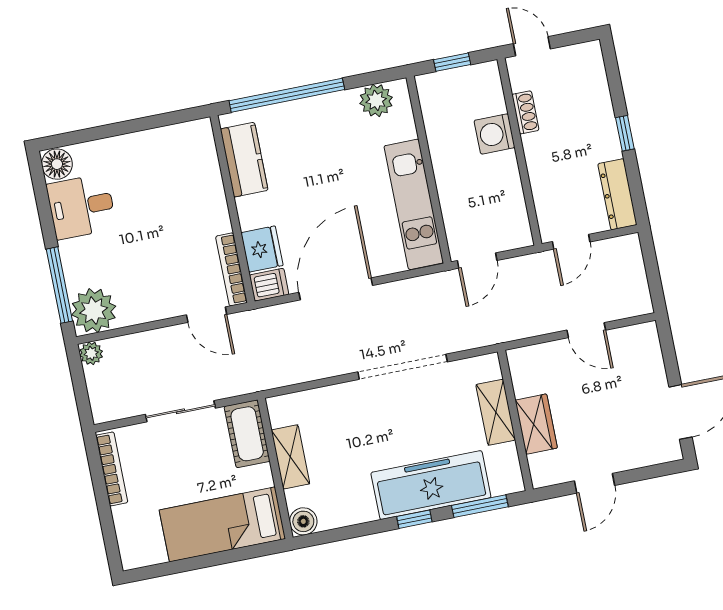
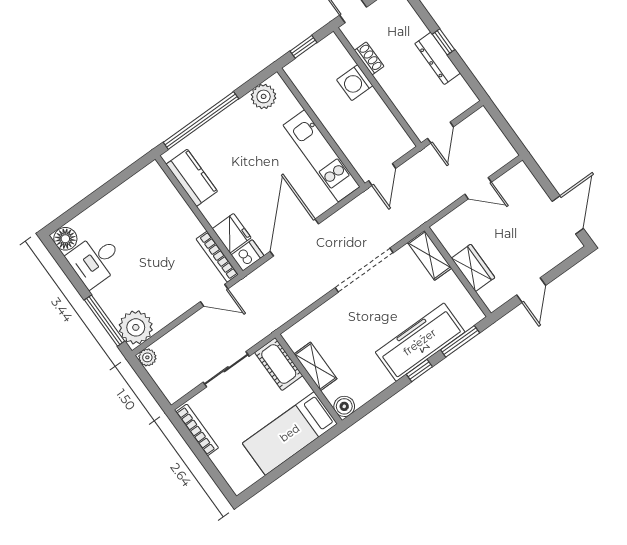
dresser: (617, 194) -> (438, 58), moved
shelving: (496, 412) -> (430, 255), moved

